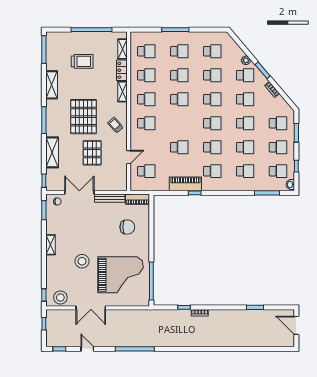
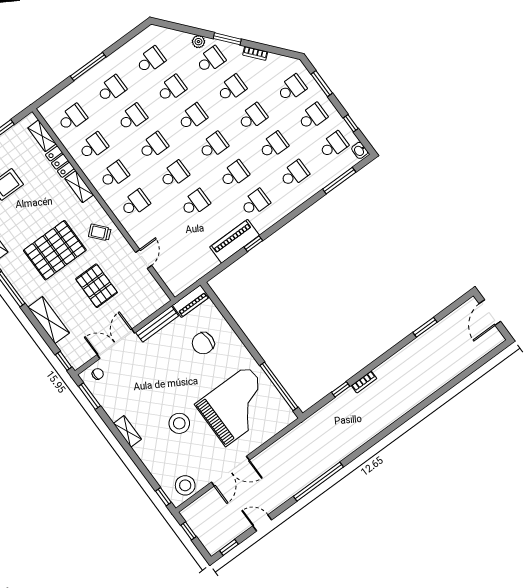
pallet: (84, 117) -> (55, 250), turned 90
school desk: (146, 171) -> (174, 174), moved
chair: (127, 227) -> (203, 343), turned 180
door: (296, 325) -> (490, 313), hinge flipped

